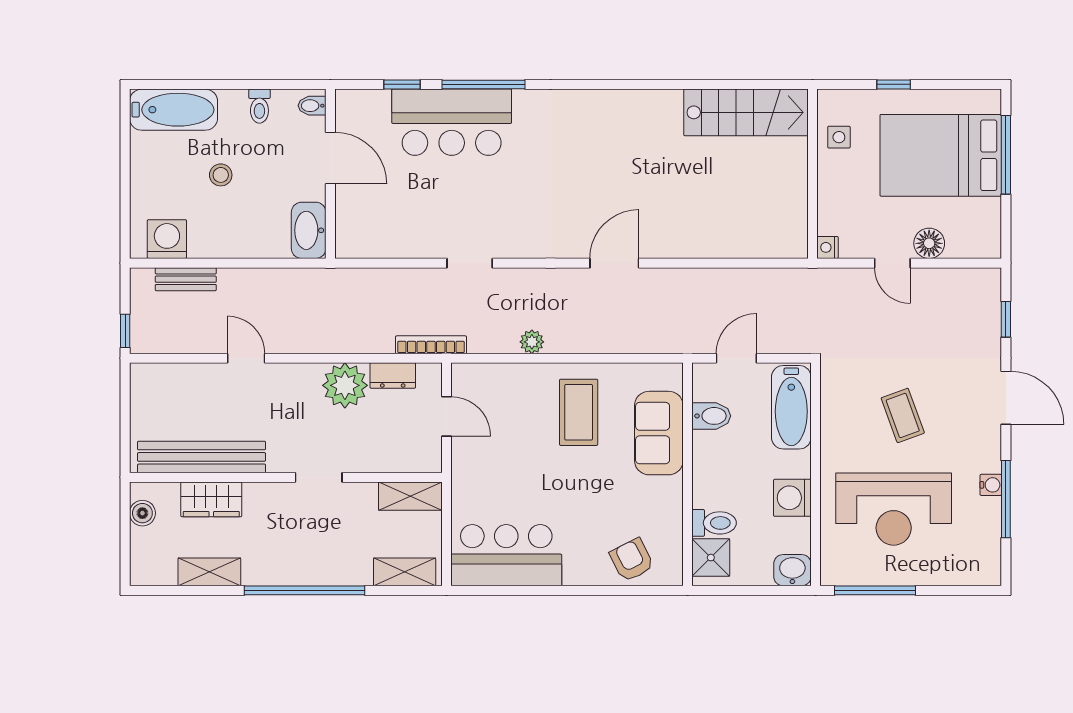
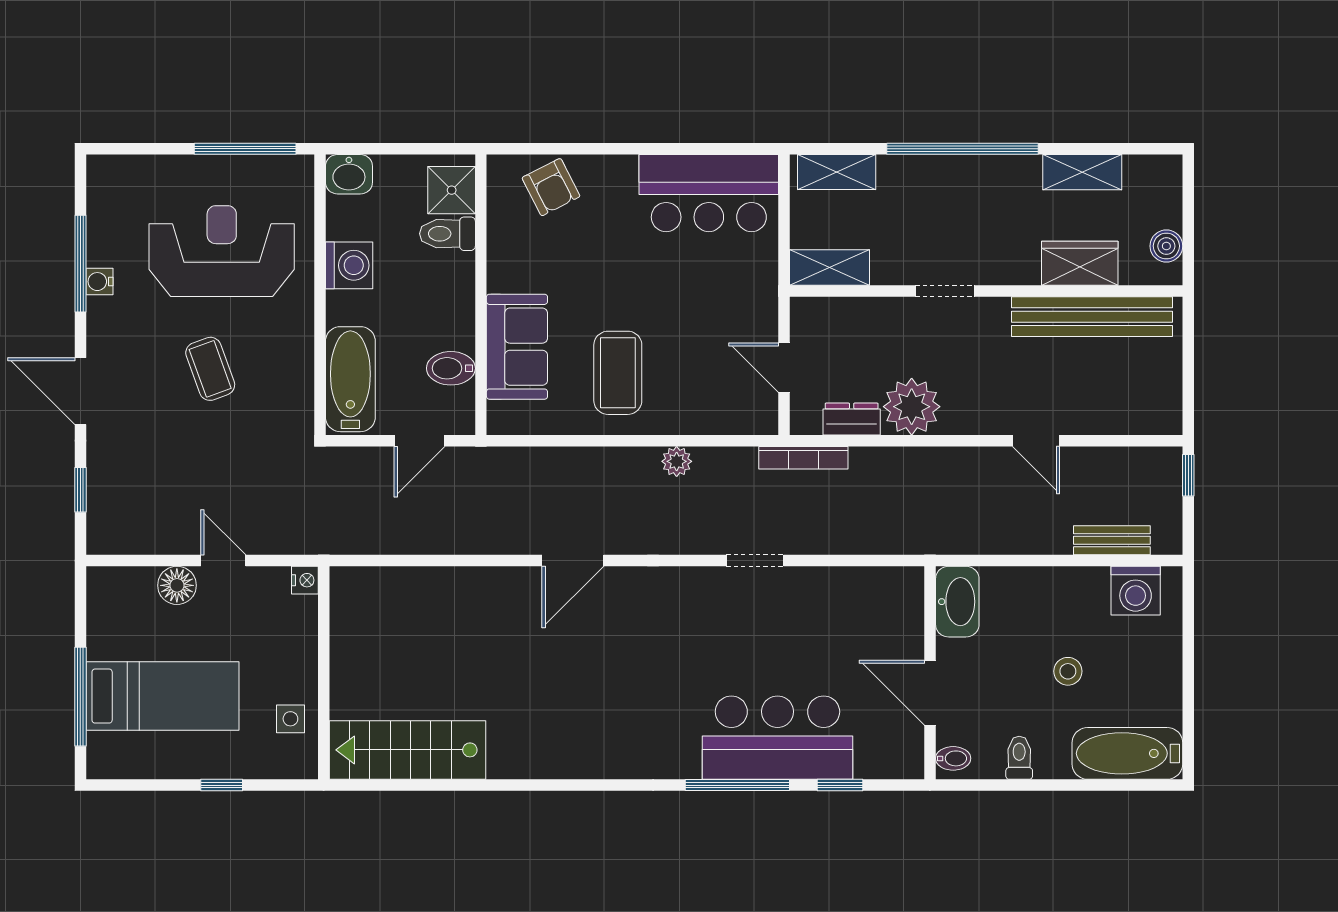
bed: (941, 155) -> (162, 696), width x0.67

